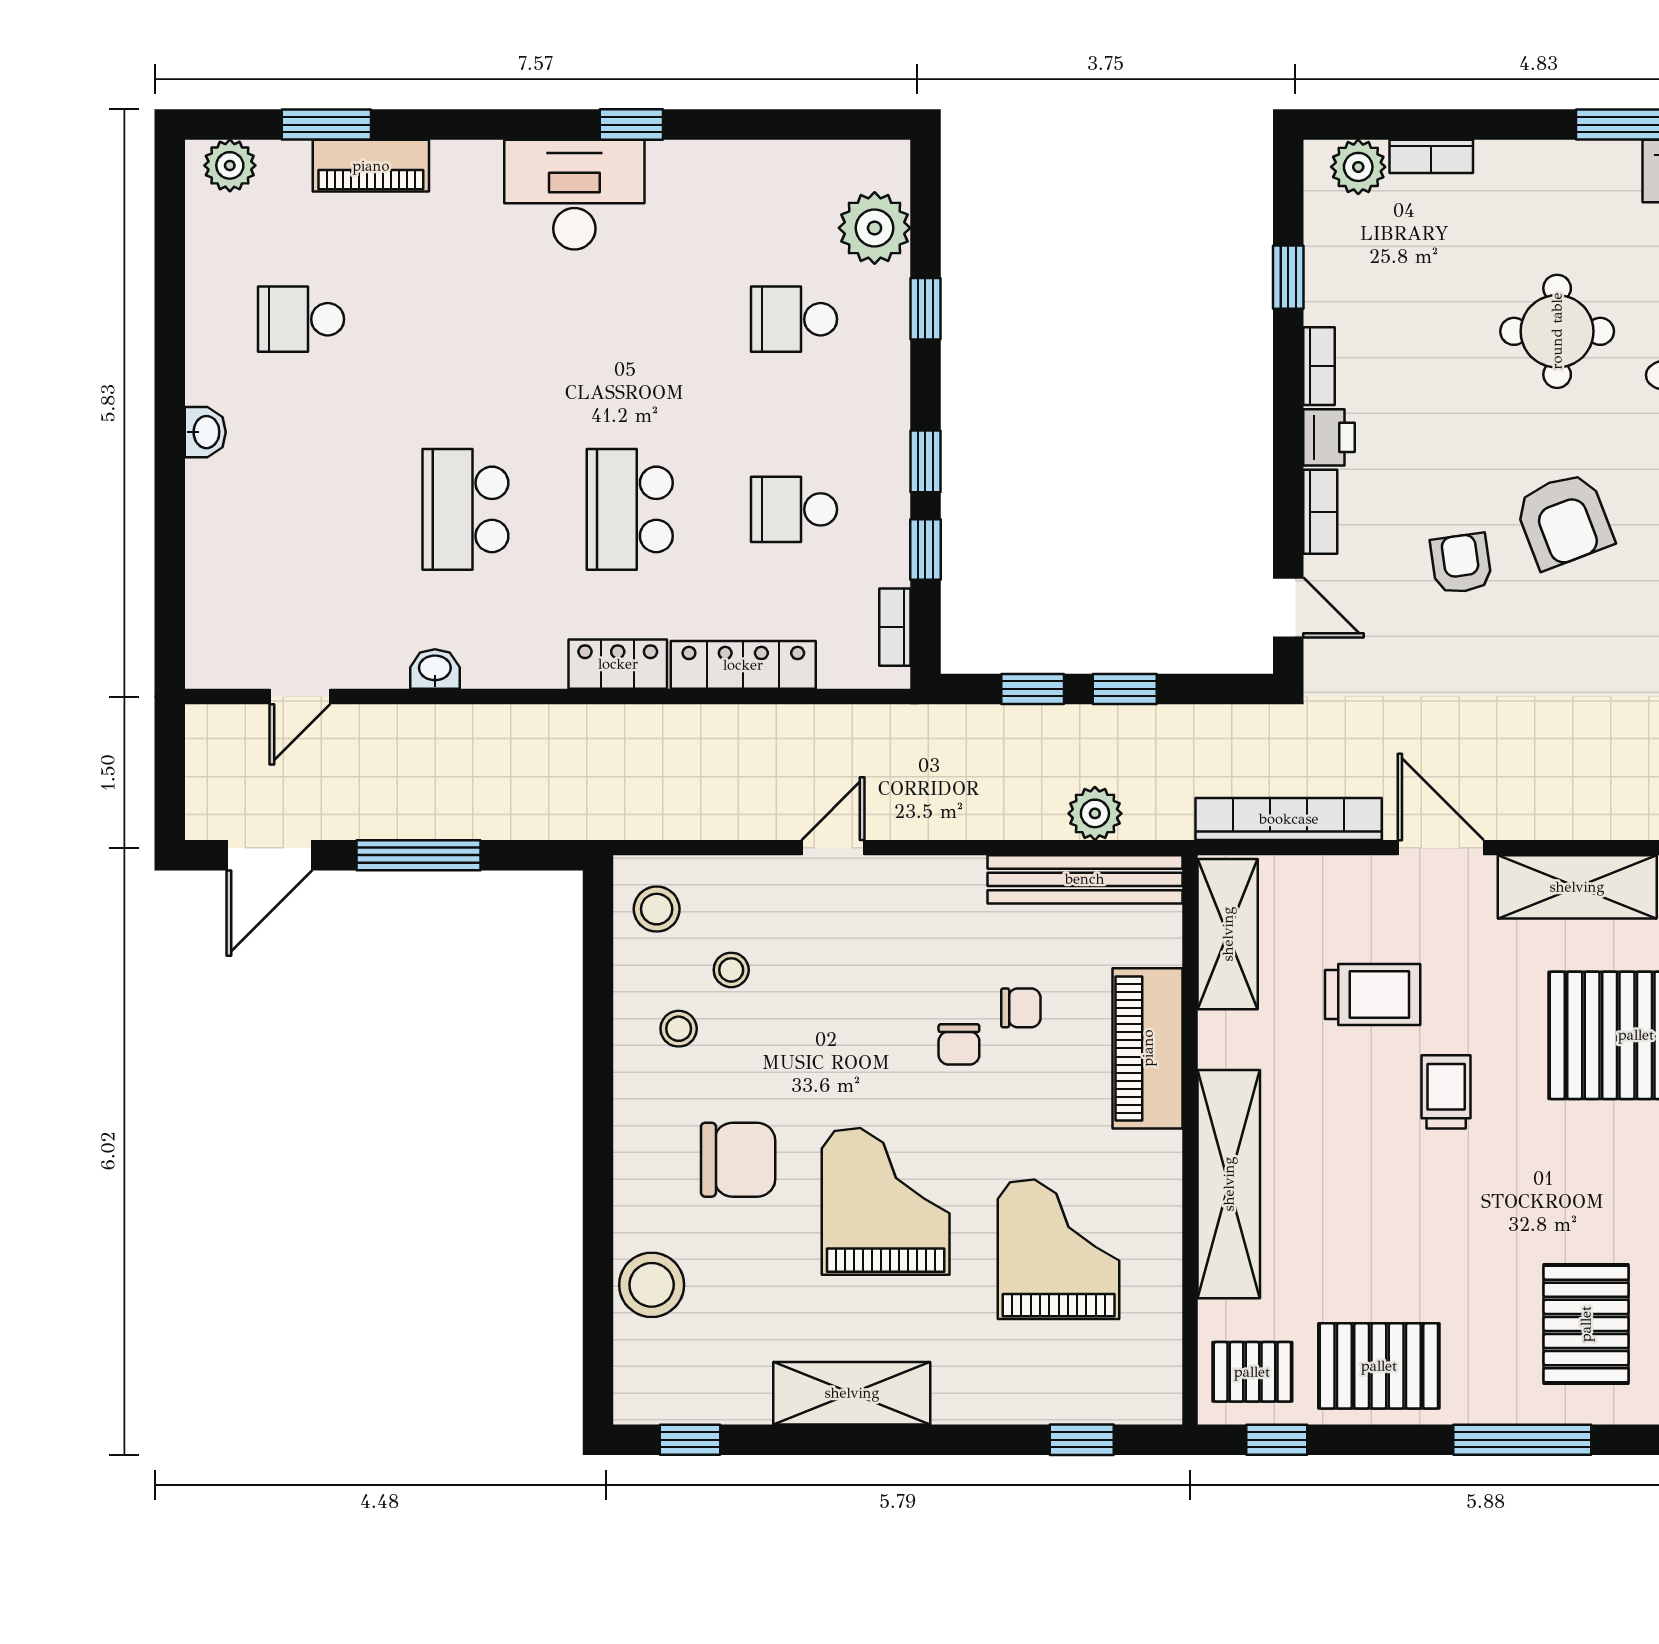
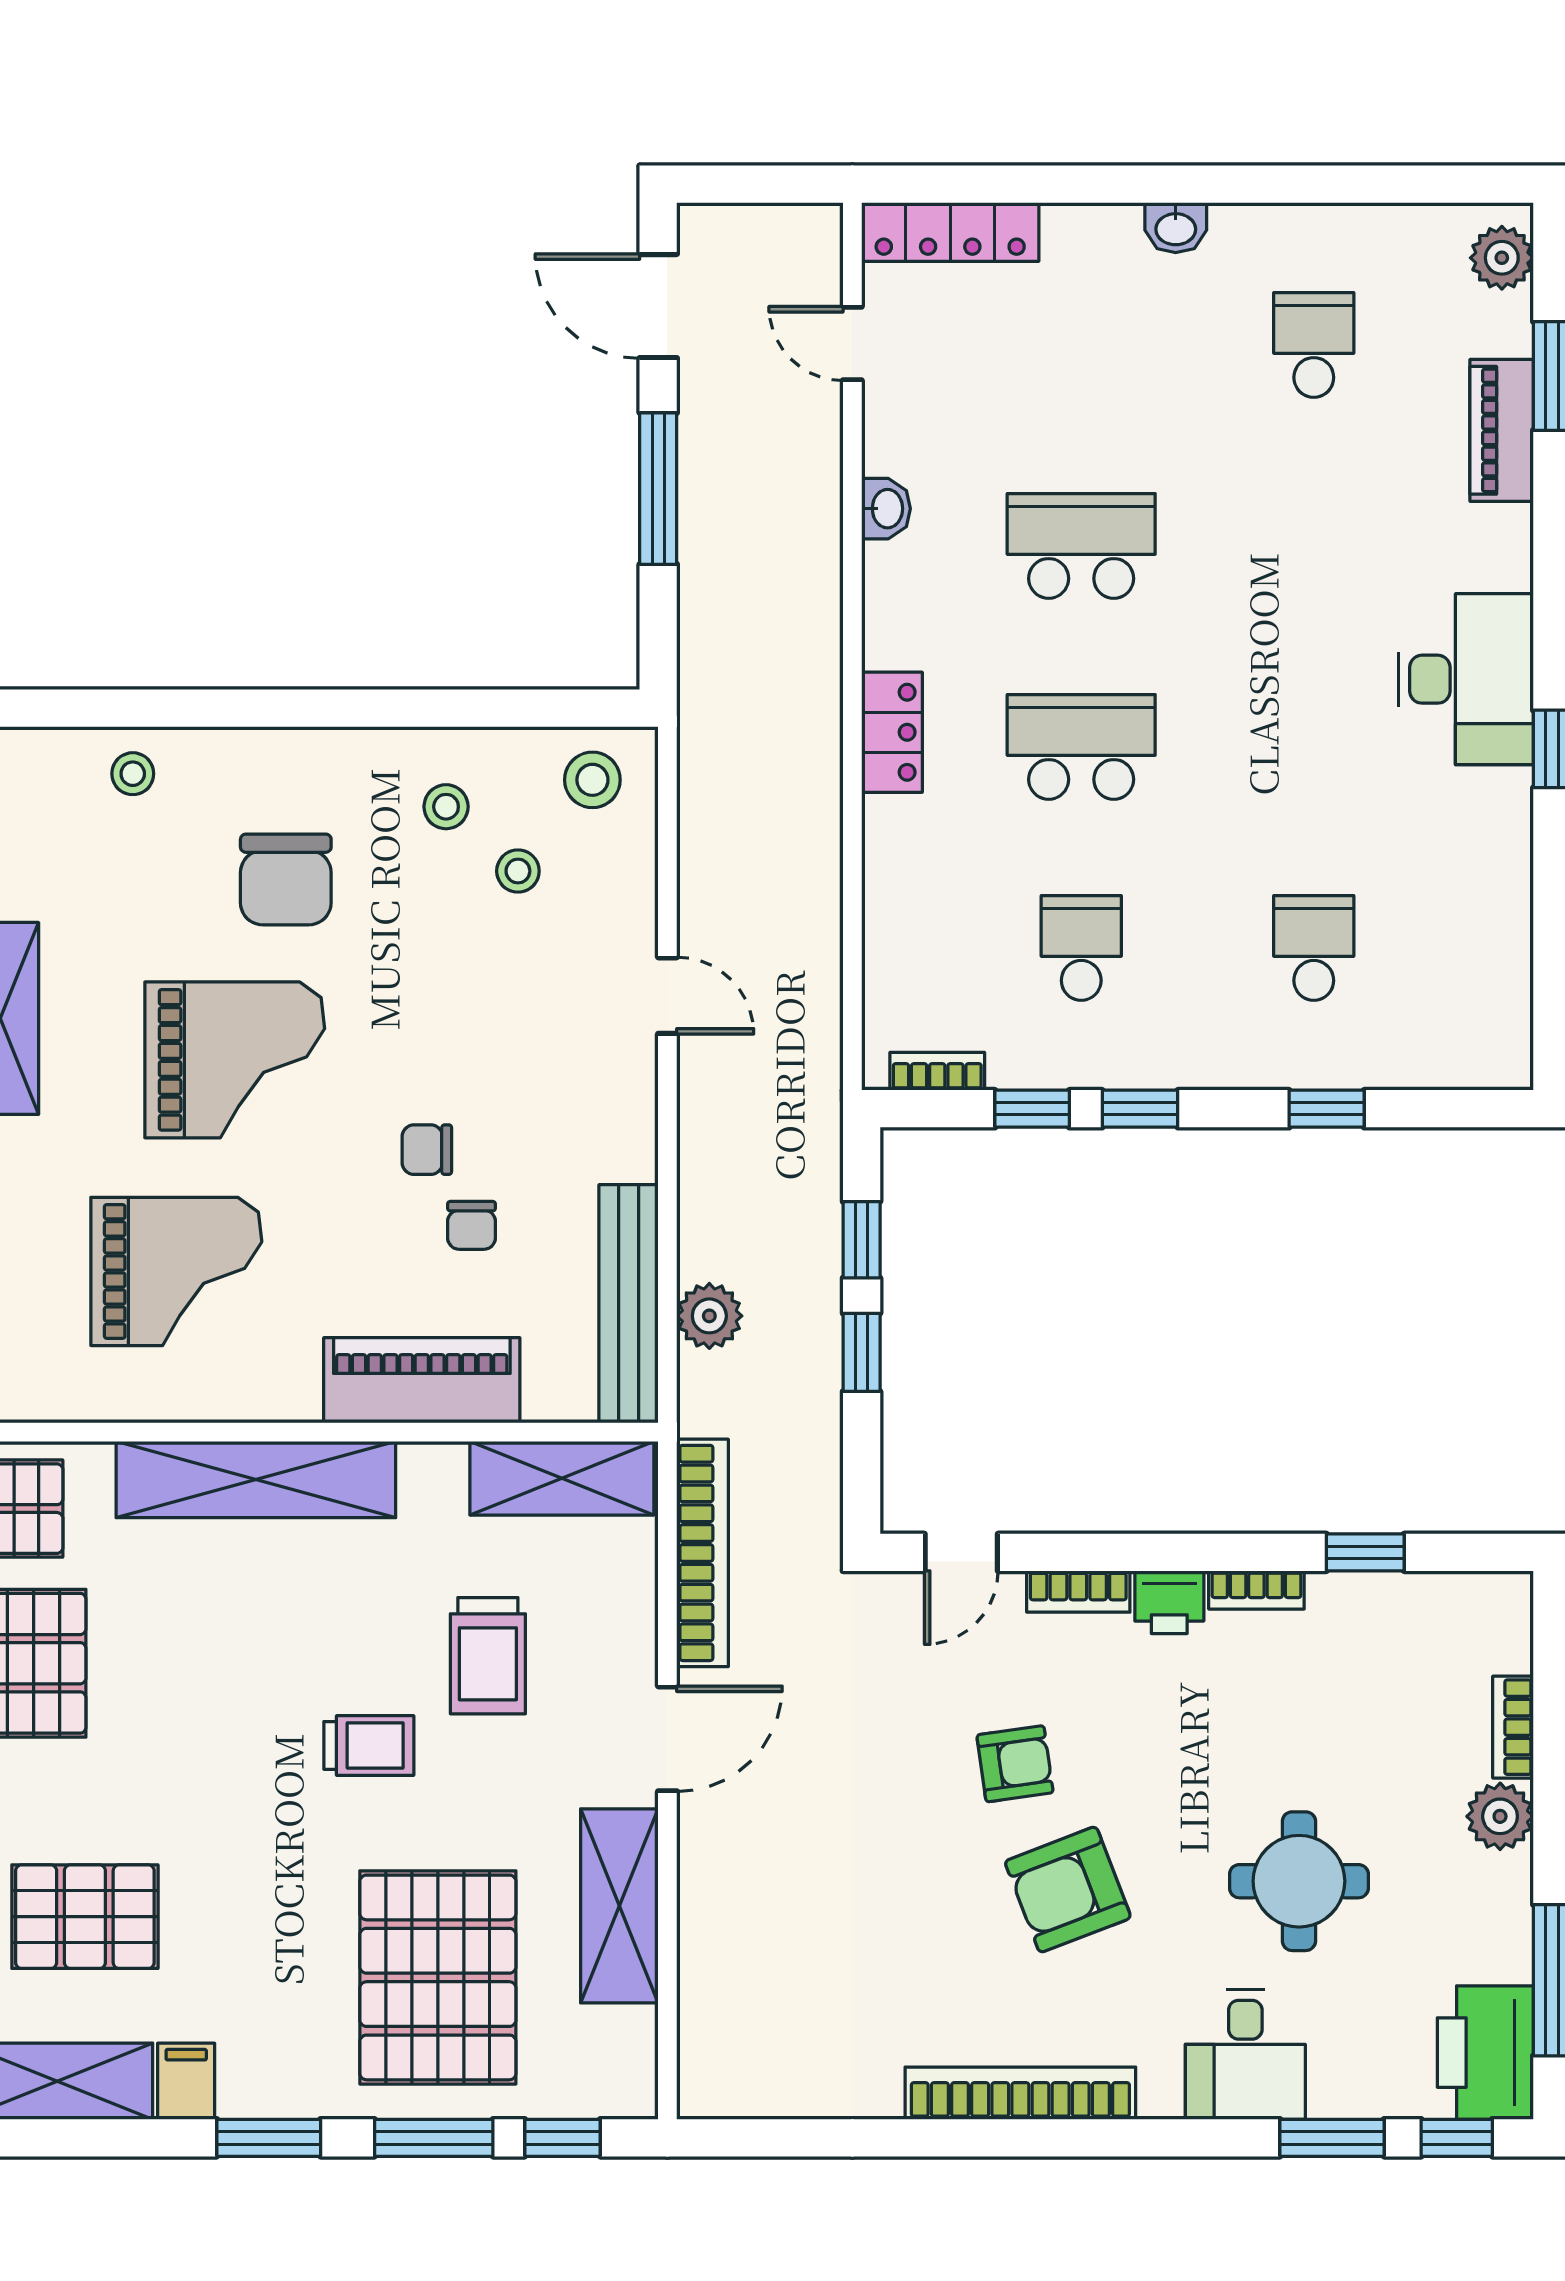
plant: (1358, 167) -> (1500, 1816), moved
plant: (875, 228) -> (1425, 1046), removed
locker: (743, 665) -> (950, 232), moved, turned 90
stool: (652, 1285) -> (133, 774), width x0.53, depth x0.53

